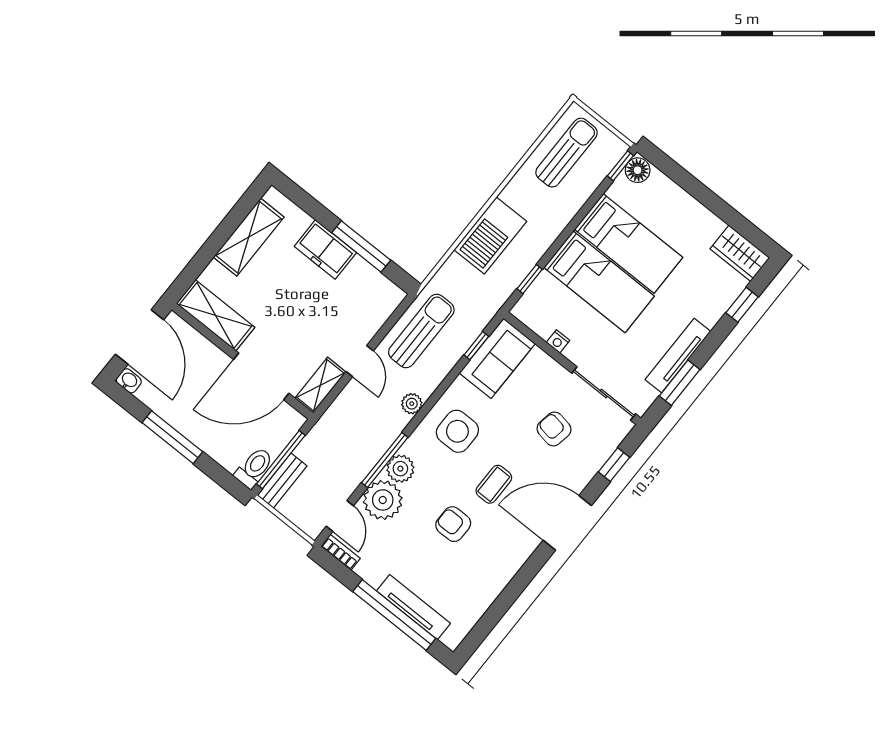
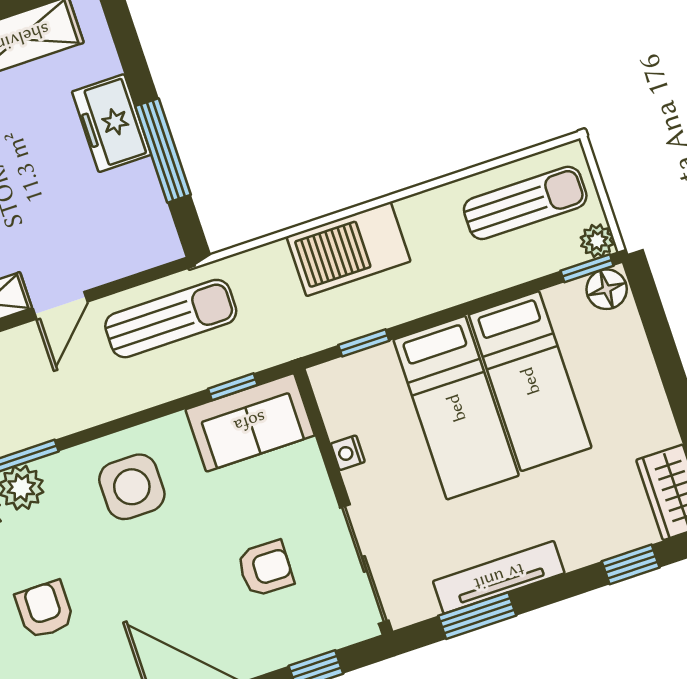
plant: (412, 404) -> (597, 241), moved
armchair: (554, 429) -> (265, 568), turned 81
coffee table: (494, 484) -> (135, 591), removed

